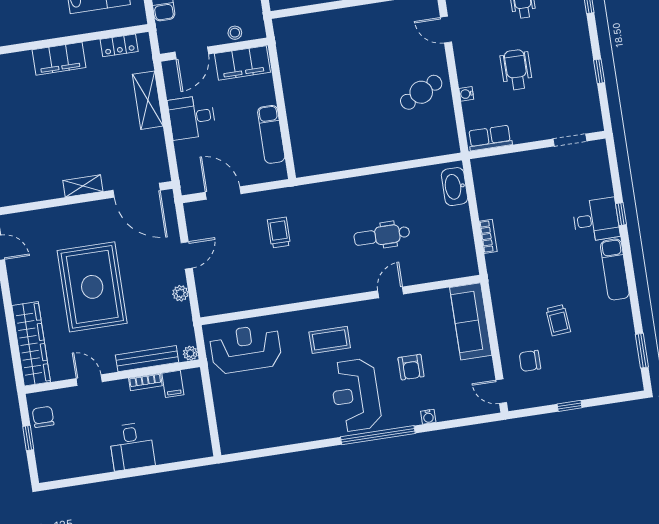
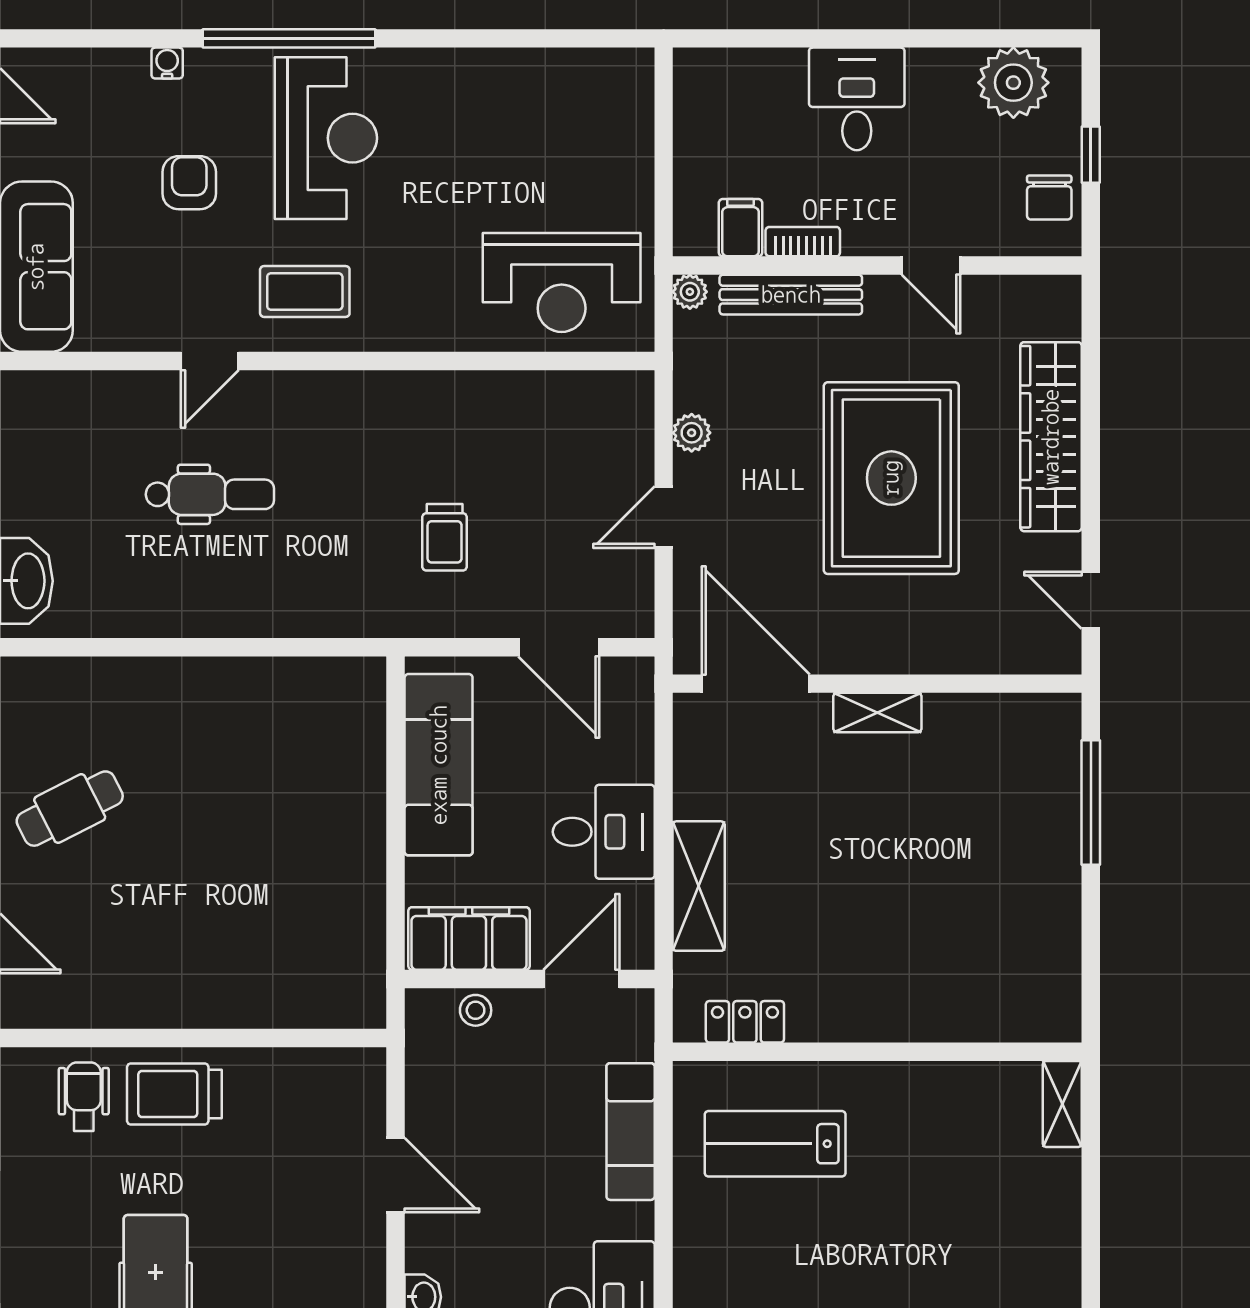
filing cabinet: (59, 59) -> (887, 1012), removed
exam couch: (271, 134) -> (439, 765), width x1.36, depth x1.45
coffee table: (330, 340) -> (305, 291), moved
wardrobe: (31, 344) -> (1051, 437), moved
plant: (66, 464) -> (1013, 83), added

